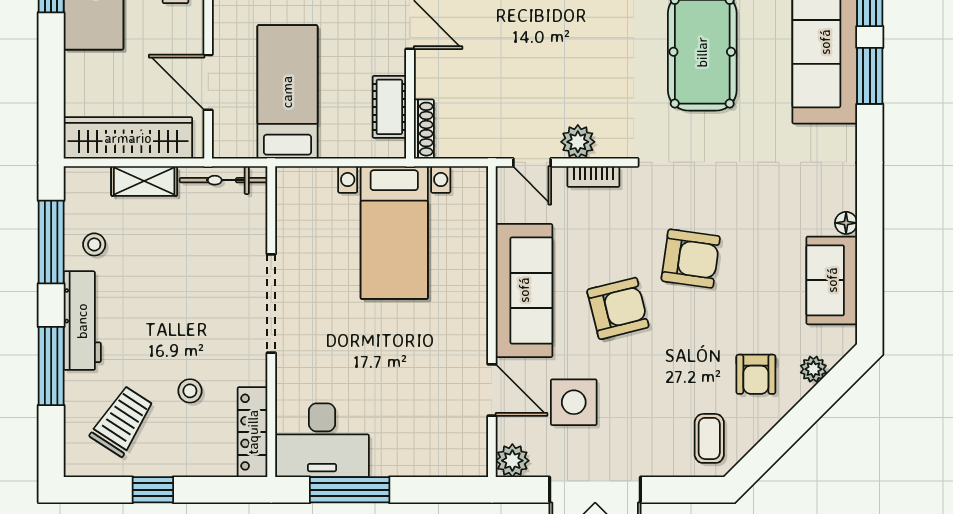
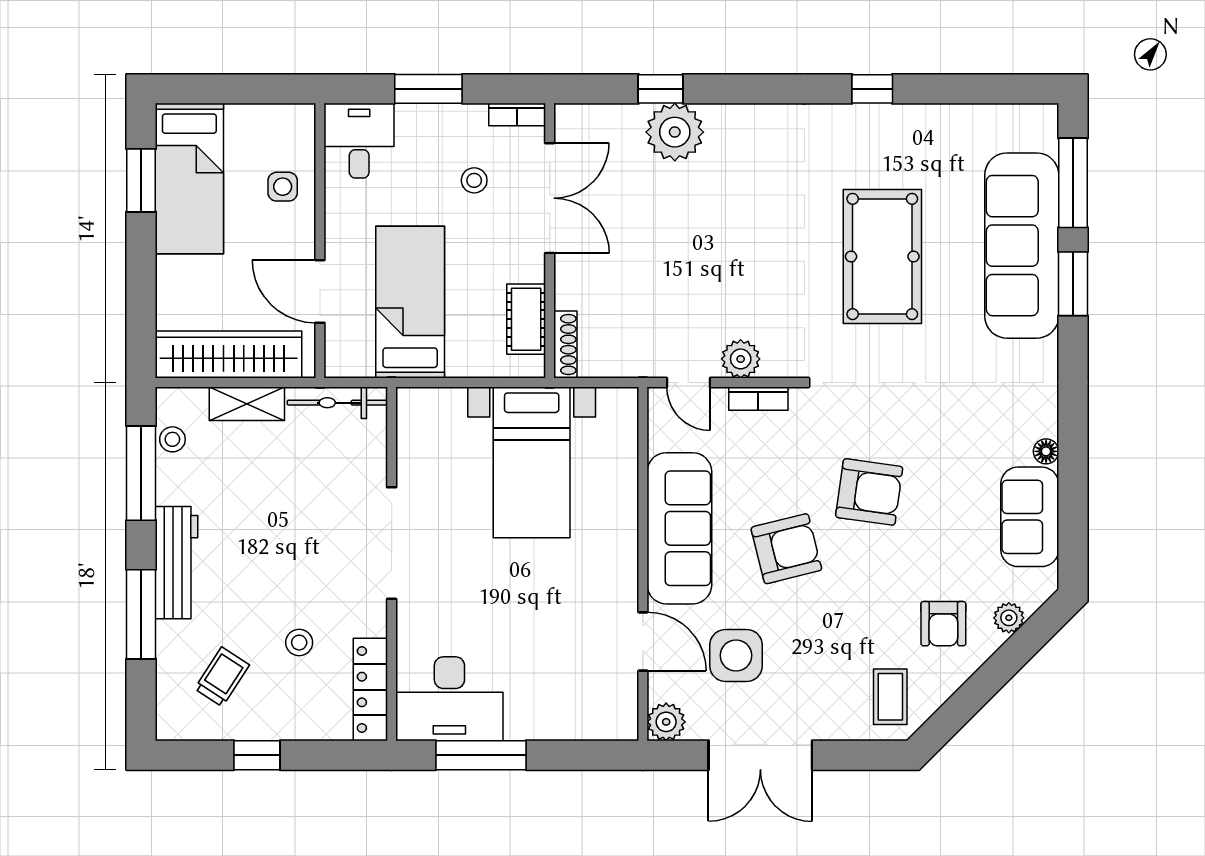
stool: (94, 244) -> (172, 439), moved
trolley: (122, 421) -> (222, 677), width x0.73, depth x0.72

